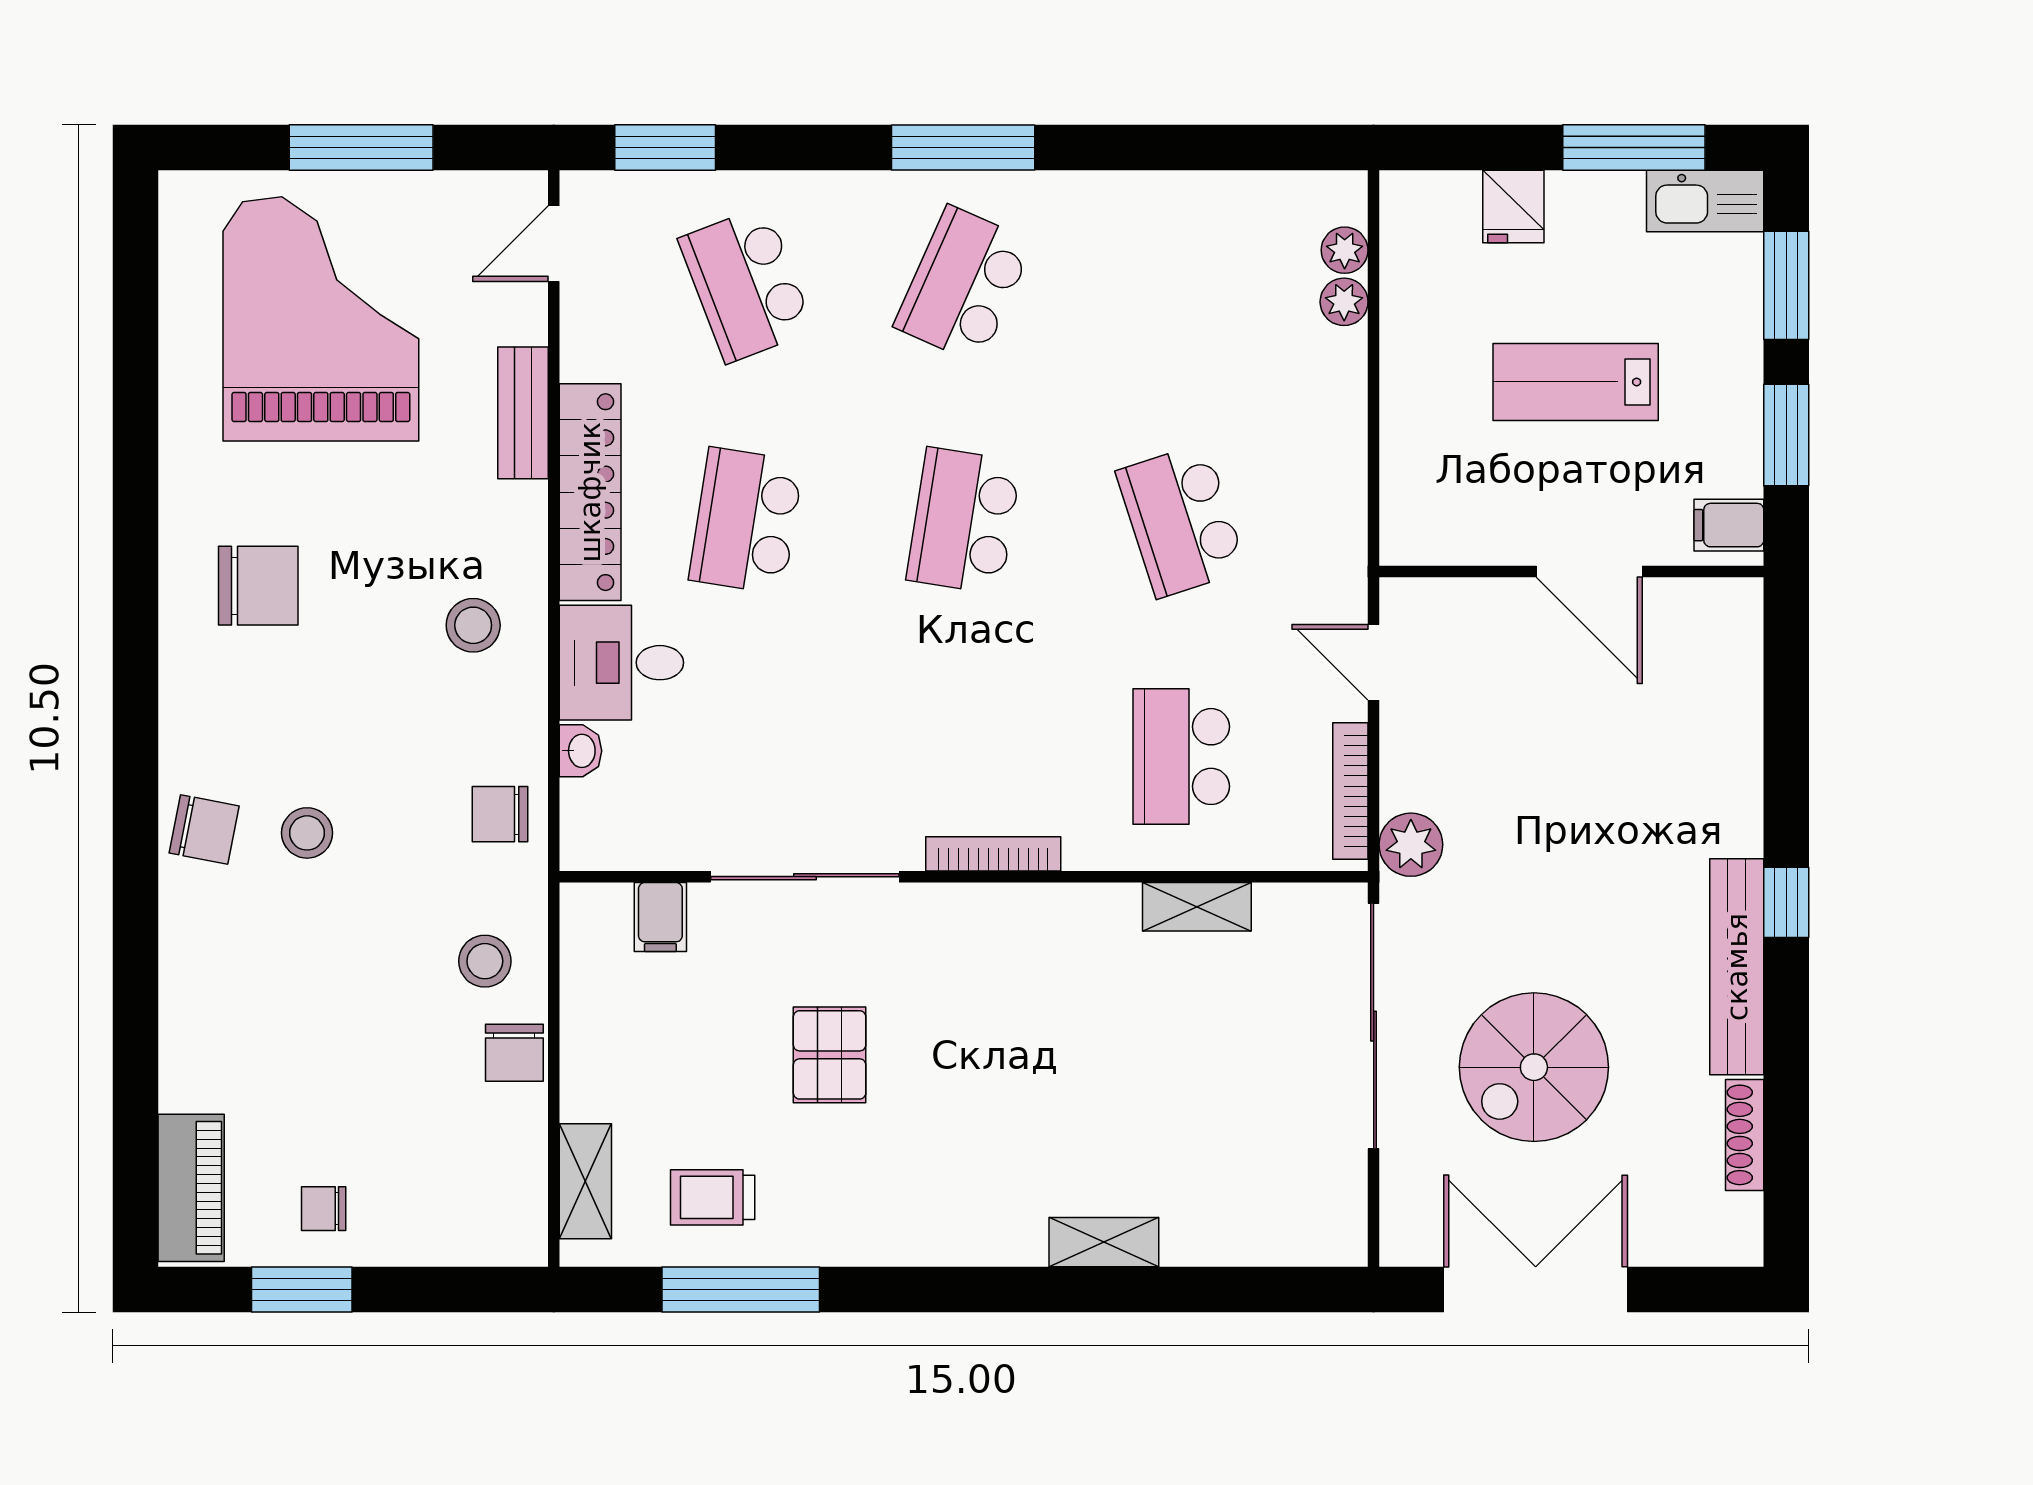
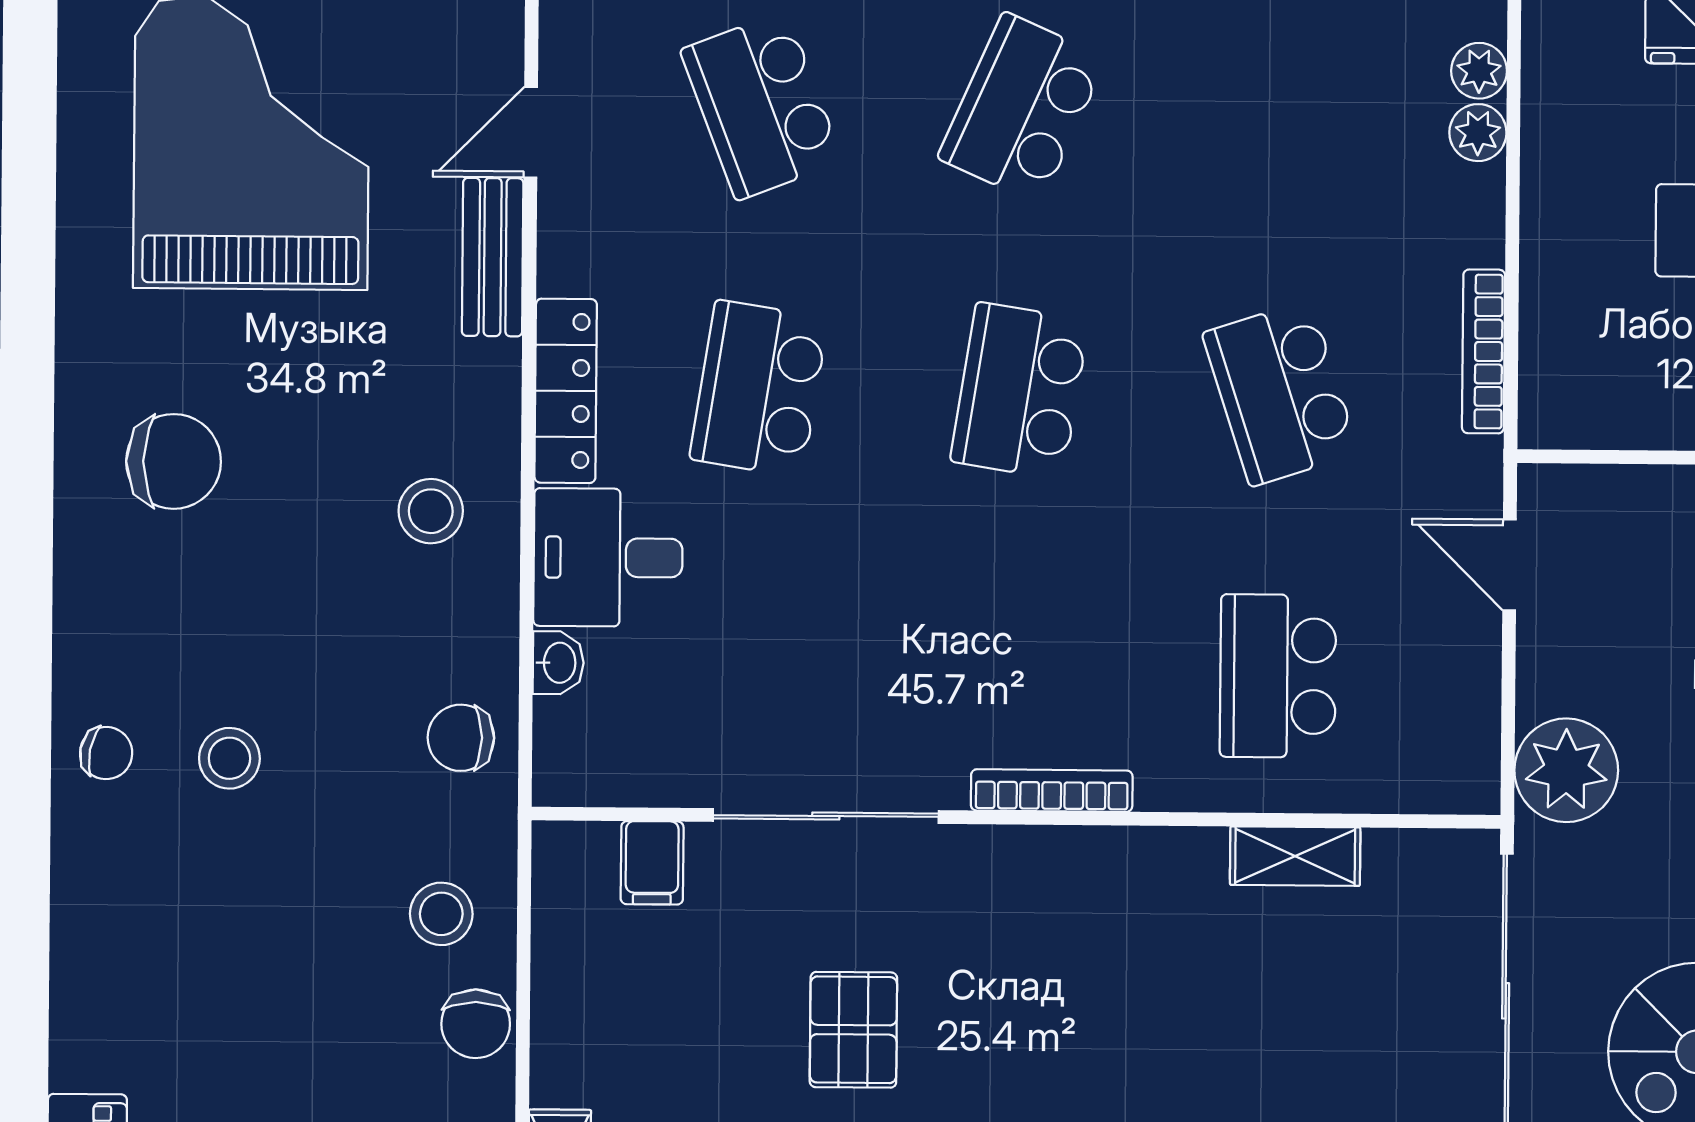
door: (554, 244) -> (531, 132), moved
locker: (590, 492) -> (566, 391), width x0.71, depth x0.83
bookcase: (1350, 791) -> (1484, 351), moved
chair: (204, 829) -> (106, 753), width x0.73, depth x0.73
plant: (1411, 845) -> (1566, 770), width x1.36, depth x1.36

